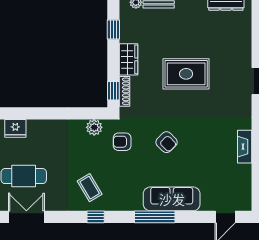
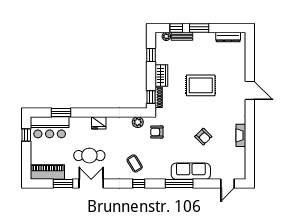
fridge: (15, 128) -> (99, 123), moved
armchair: (167, 142) -> (203, 137), moved

